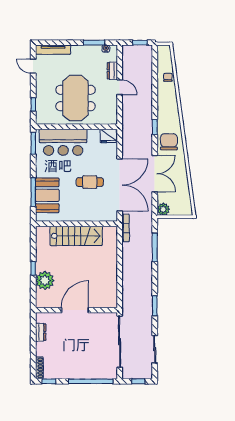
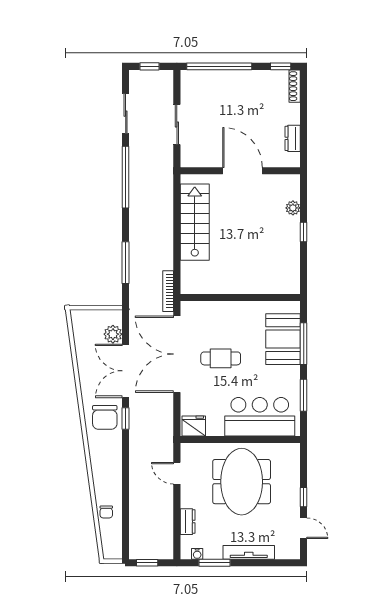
tv unit: (53, 50) -> (249, 552), moved
door: (120, 87) -> (177, 473), moved
window: (33, 104) -> (304, 497), moved
window: (155, 127) -> (126, 419), moved
window: (33, 143) -> (304, 395), moved
plant: (163, 209) -> (113, 334), moved
stairs: (76, 236) -> (195, 222), moved, turned 90
plant: (45, 280) -> (293, 208), width x0.53, depth x0.53
window: (155, 306) -> (126, 177), width x2.11
door: (75, 310) -> (243, 171), swing flipped
sliding door: (120, 342) -> (177, 125), width x0.54

